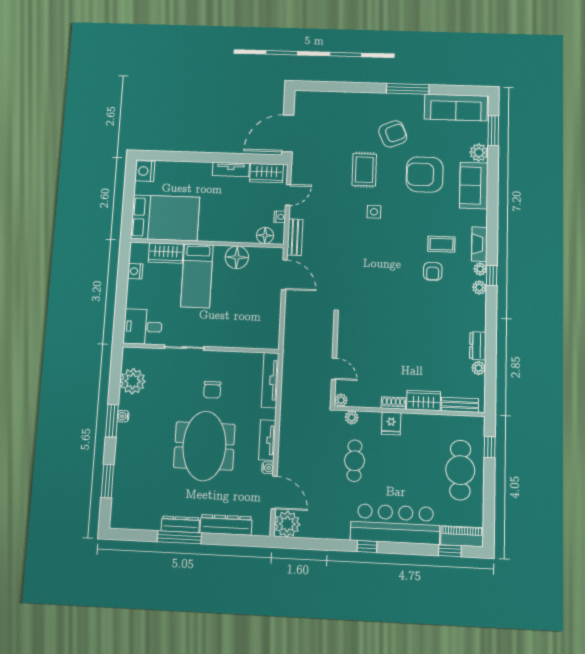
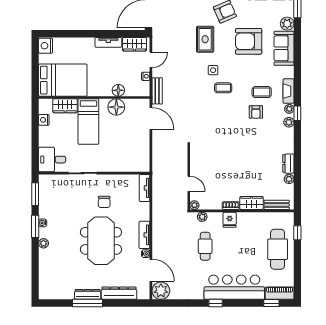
floor lamp: (265, 235) -> (118, 90), moved
coffee table: (387, 236) -> (223, 88), added
tv unit: (270, 380) -> (145, 188), width x0.71
plant: (133, 381) -> (44, 243), moved, width x0.53, depth x0.53
window: (107, 481) -> (35, 194), moved

